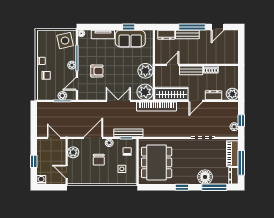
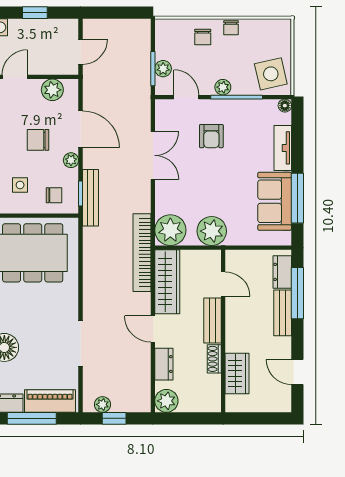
window: (129, 27) -> (297, 198), width x2.17
window: (192, 27) -> (297, 293), moved
wardrobe: (218, 58) -> (237, 374), added
double door: (118, 101) -> (153, 155), moved

